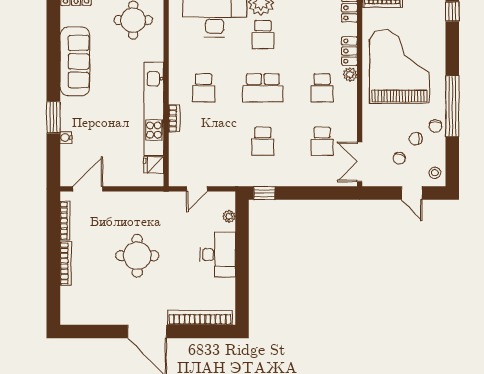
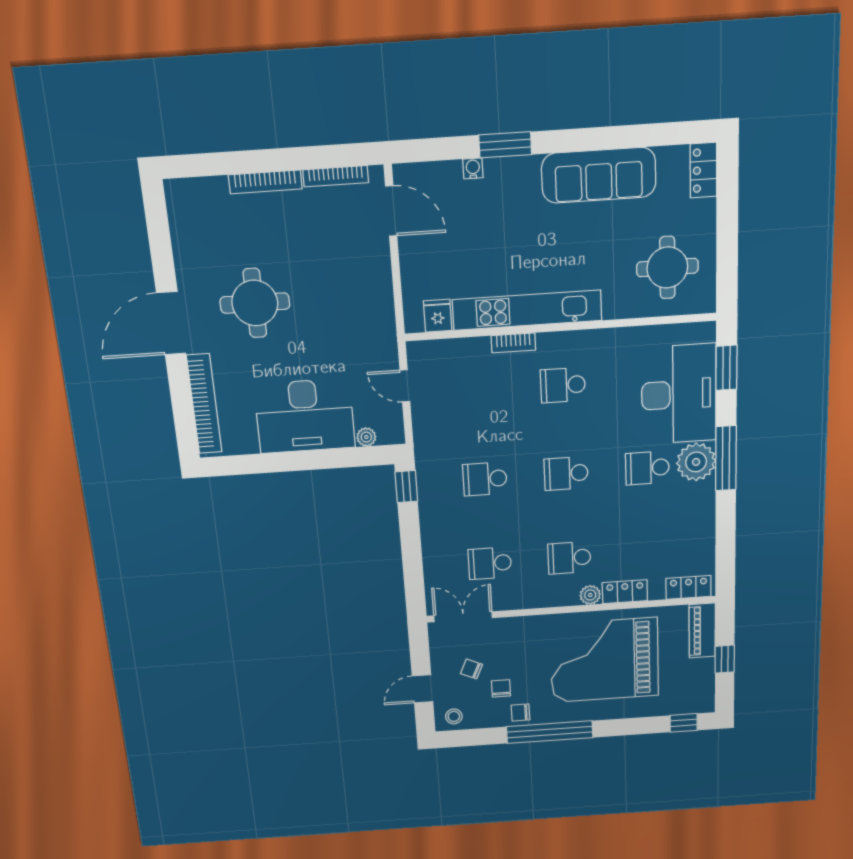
grand piano: (399, 66) -> (604, 660), turned 180
school desk: (263, 88) -> (566, 473), width x0.54
desk: (218, 255) -> (305, 416), width x1.36, depth x1.30
round table: (137, 256) -> (255, 303), moved

